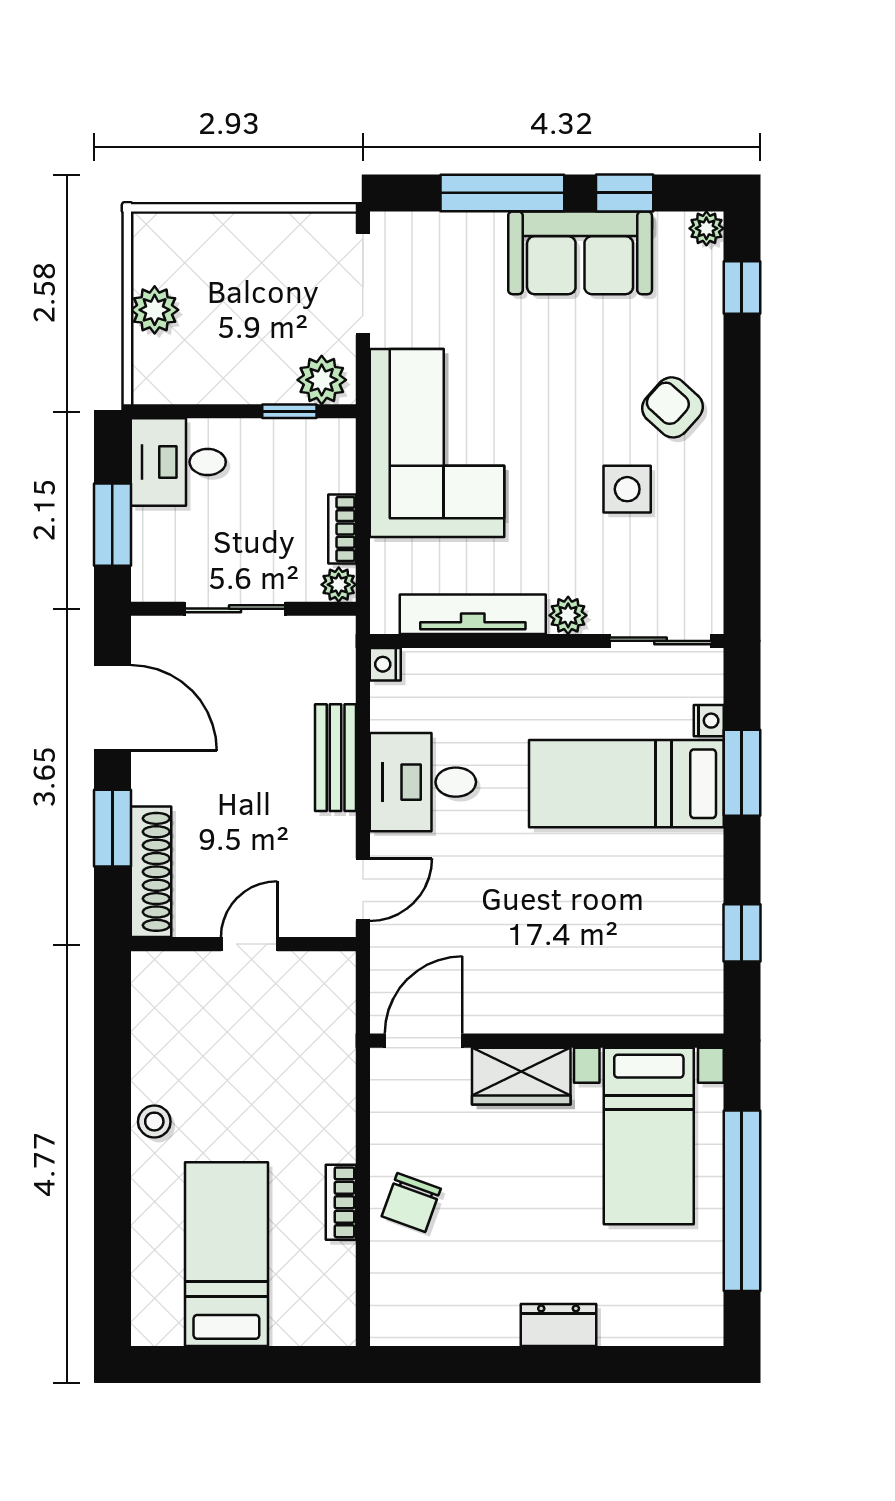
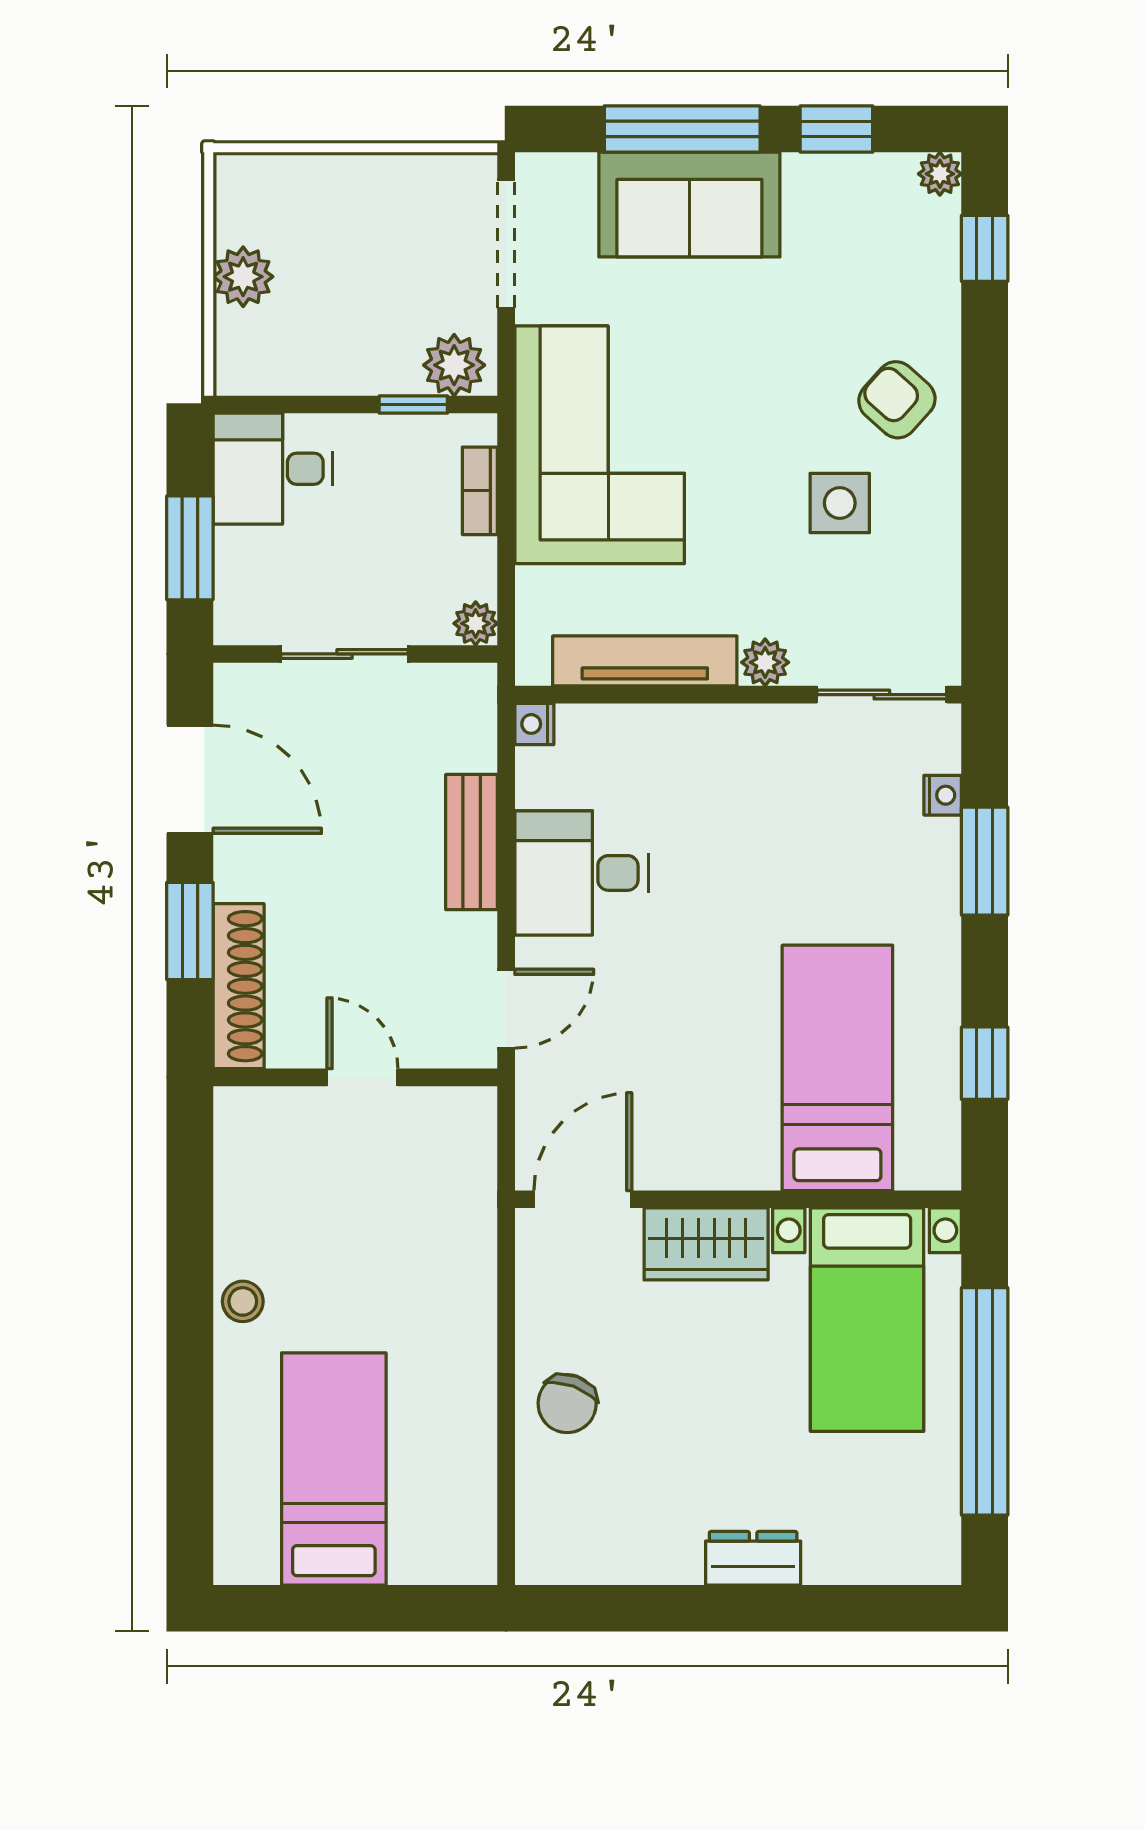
sofa: (580, 253) -> (689, 205), moved
bookcase: (342, 529) -> (480, 491), moved
bed: (626, 784) -> (837, 1068), moved, turned 90
door: (249, 944) -> (362, 1077), hinge flipped
bookcase: (341, 1202) -> (478, 1403), removed

